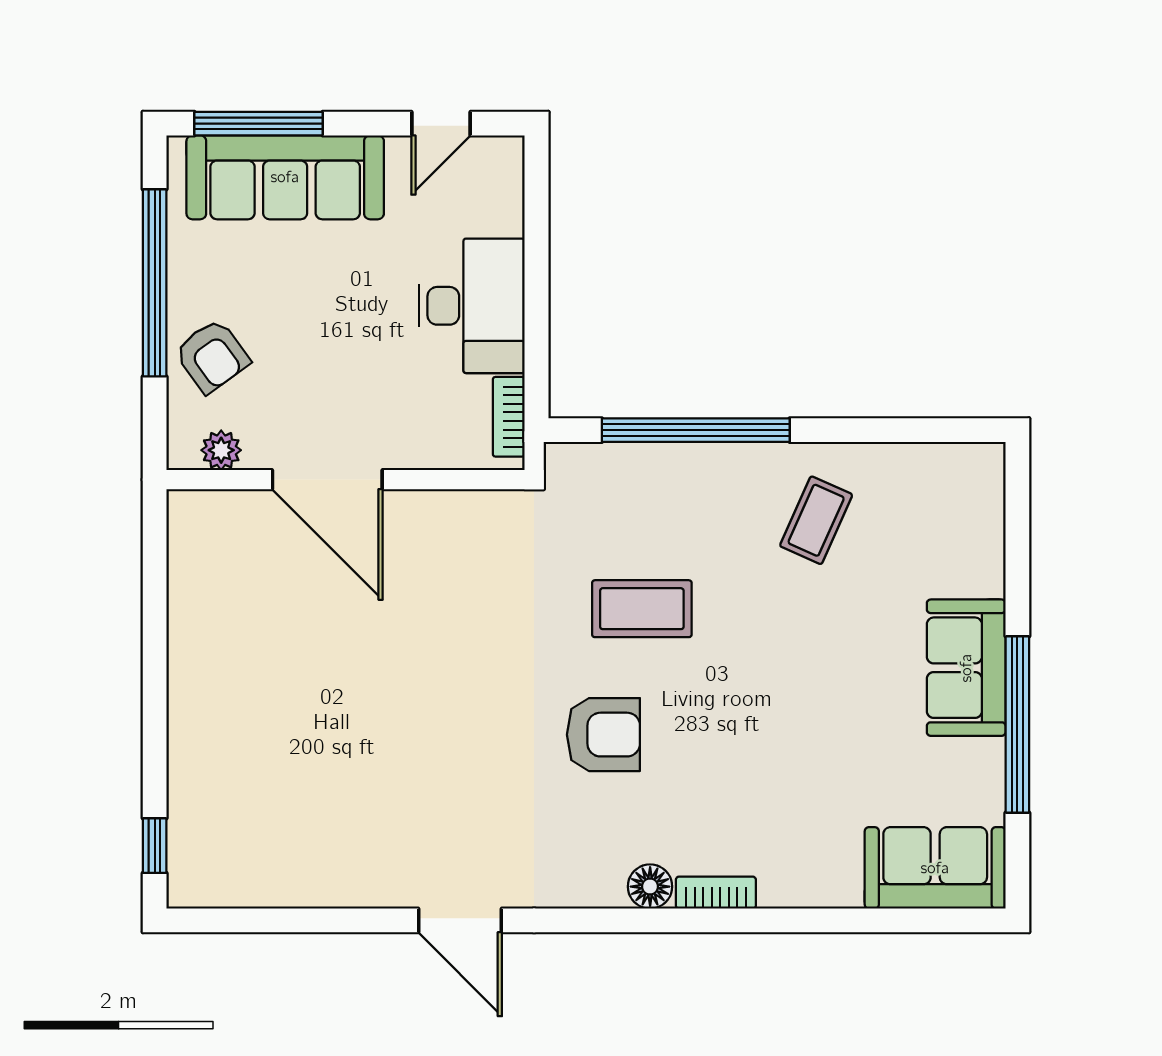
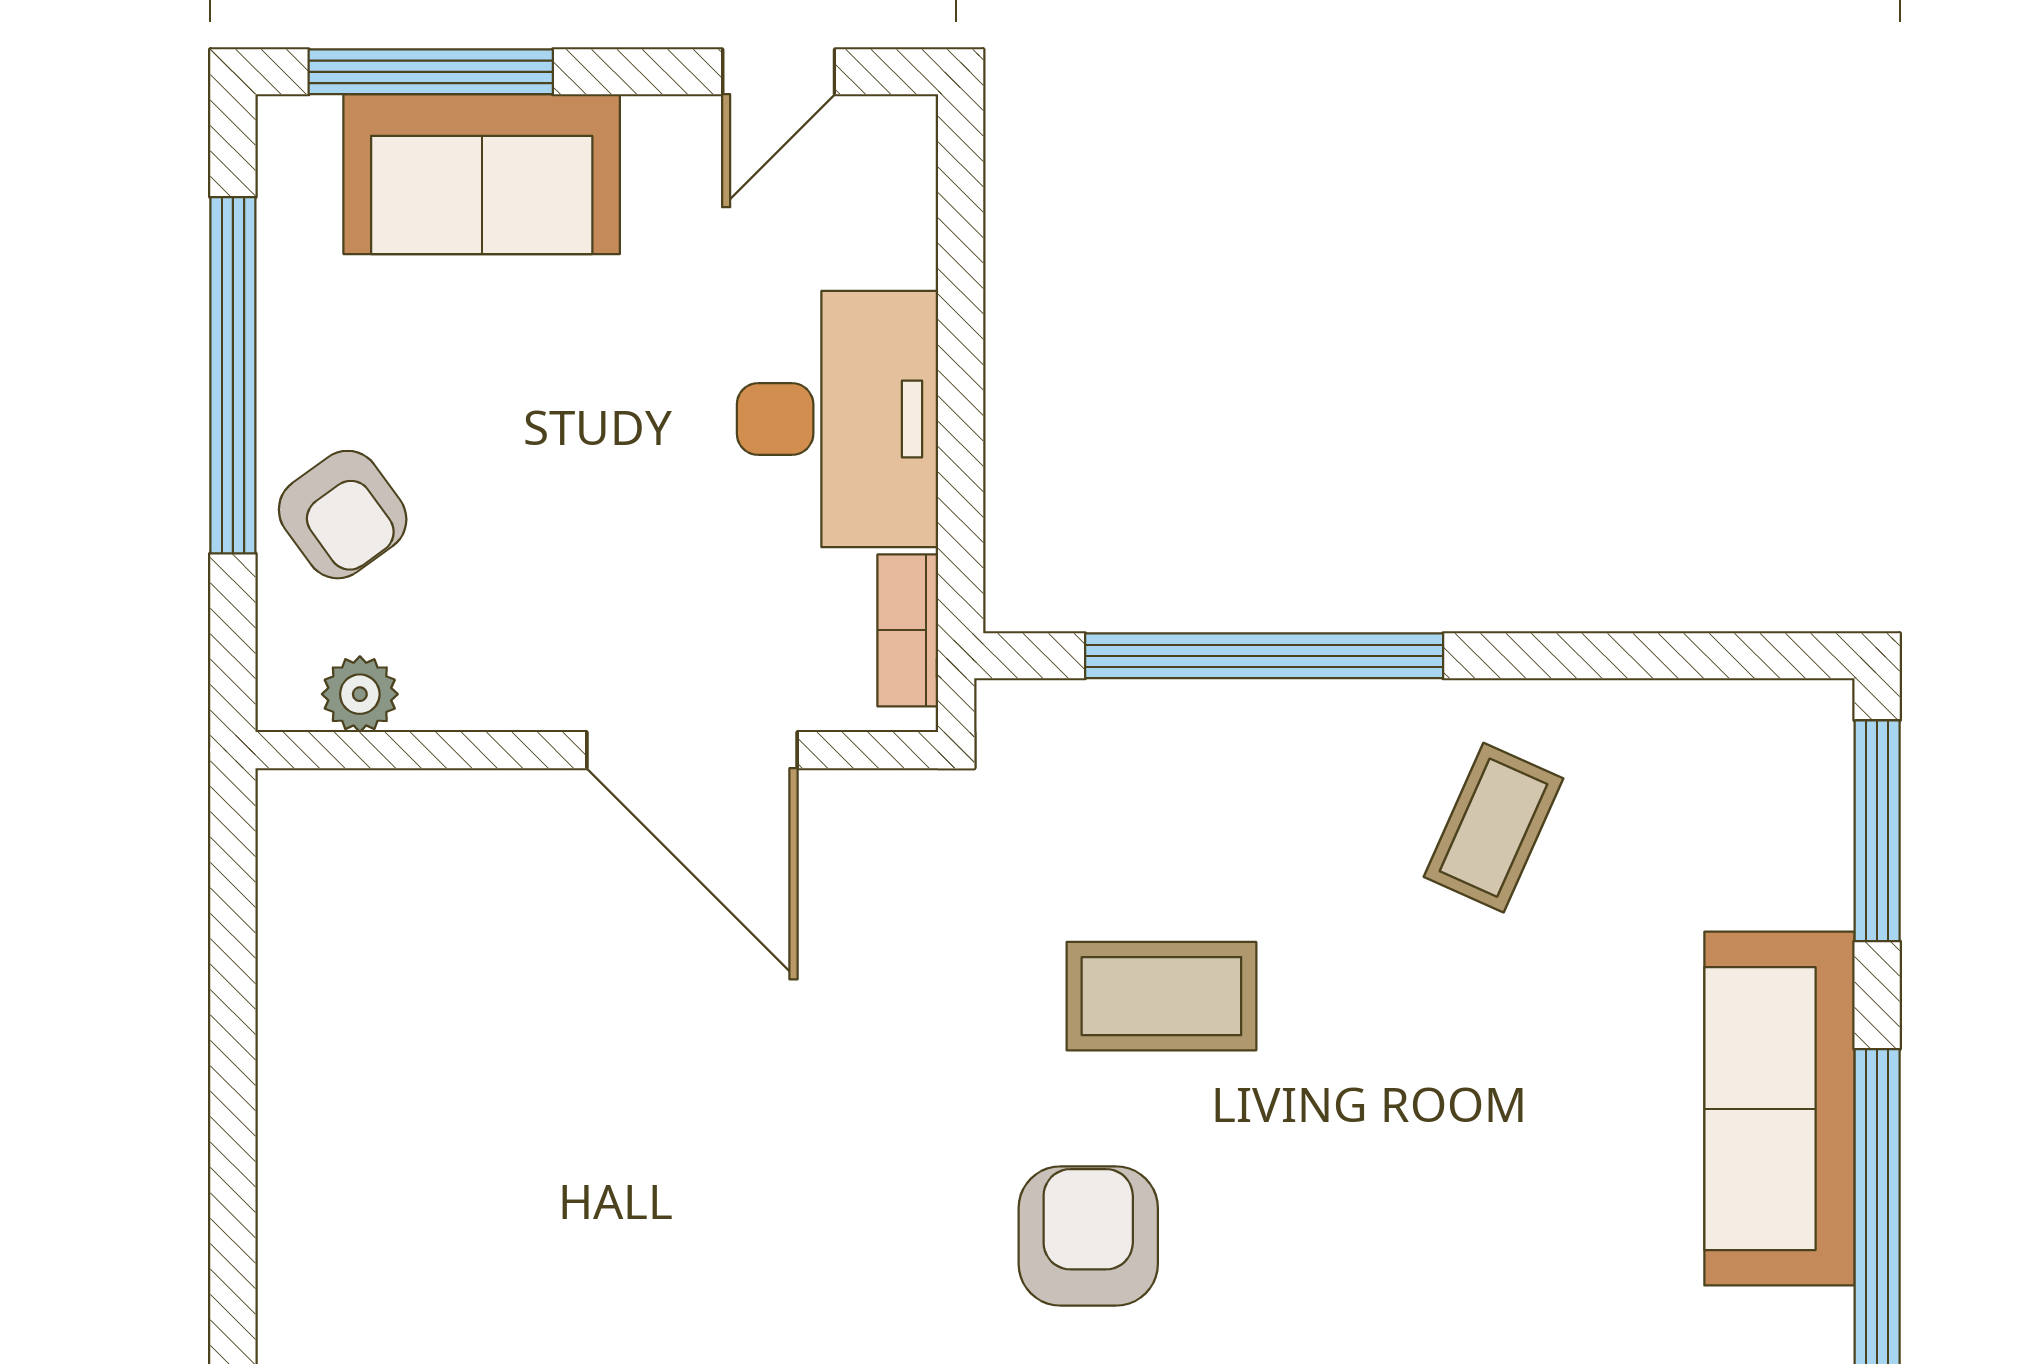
sofa: (285, 177) -> (482, 174), width x0.73
door: (327, 480) -> (692, 750), moved
window: (1017, 522) -> (1877, 831), added
sofa: (966, 668) -> (1779, 1109), width x1.36
armchair: (603, 735) -> (1088, 1236), turned -90

